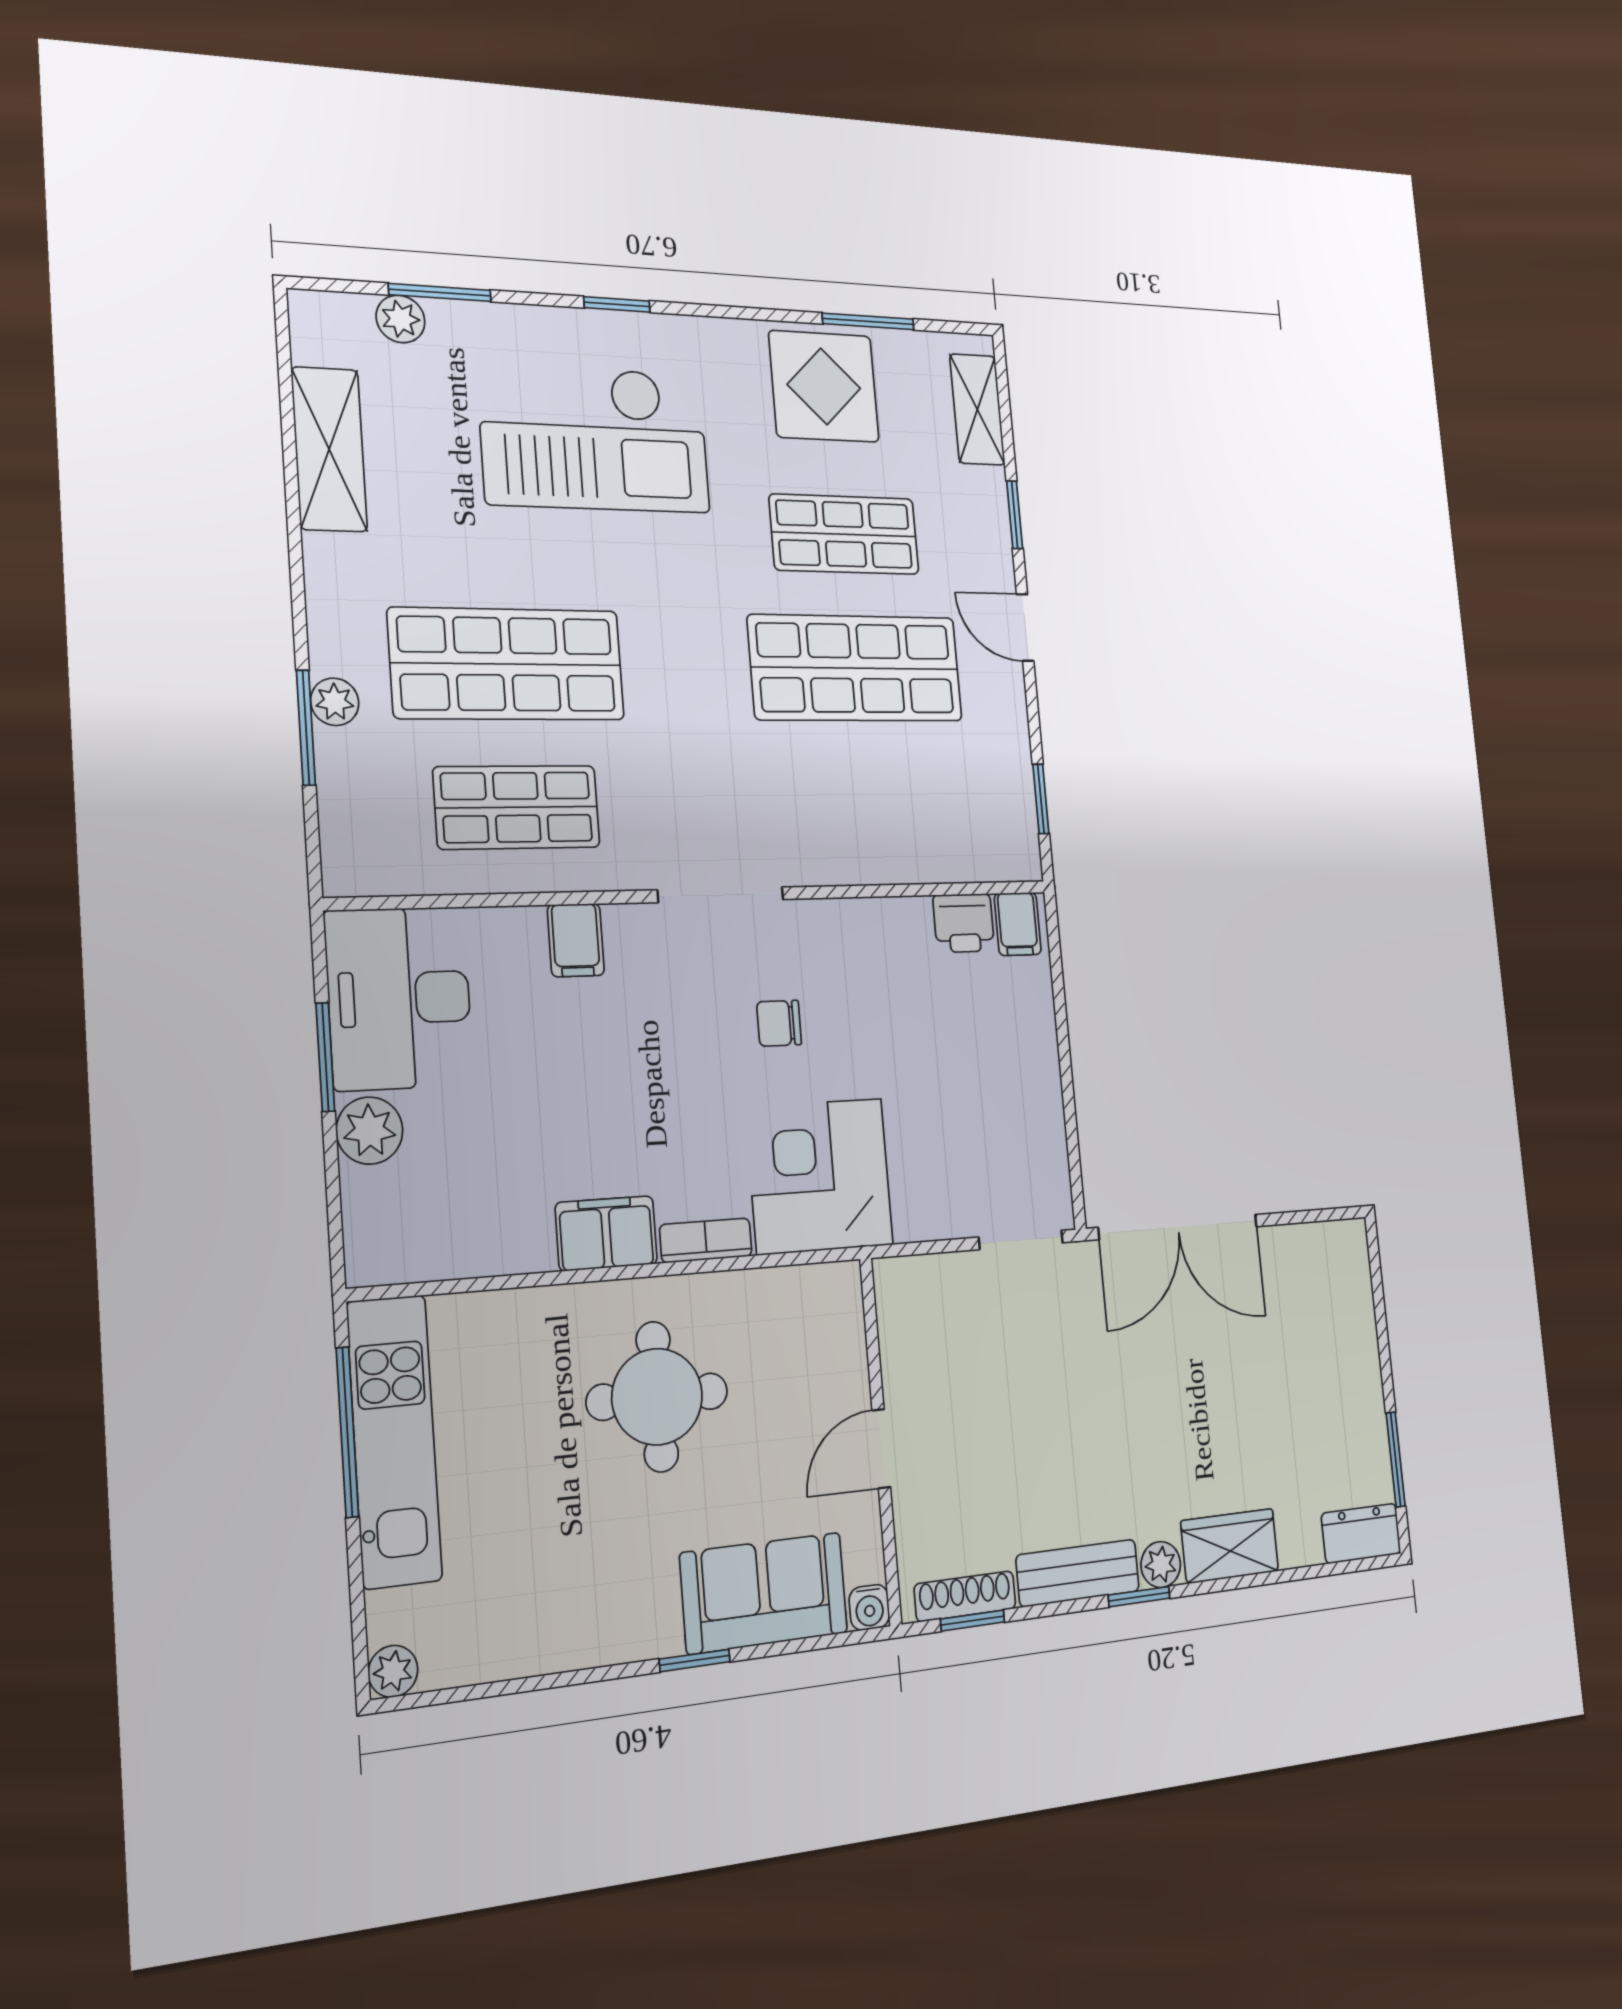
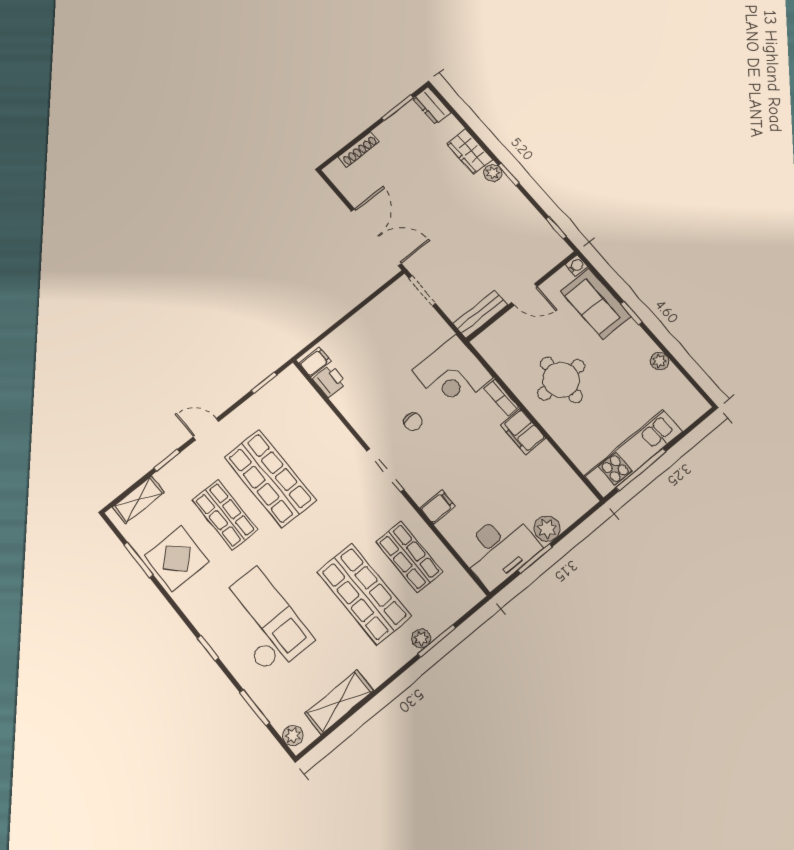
plant: (401, 319) -> (293, 736), moved
door: (1025, 628) -> (206, 429), swing flipped
bench: (1078, 1573) -> (480, 314), moved, turned 90
shoe rack: (965, 1596) -> (359, 149), moved, turned -90
plant: (393, 1671) -> (660, 361), moved

